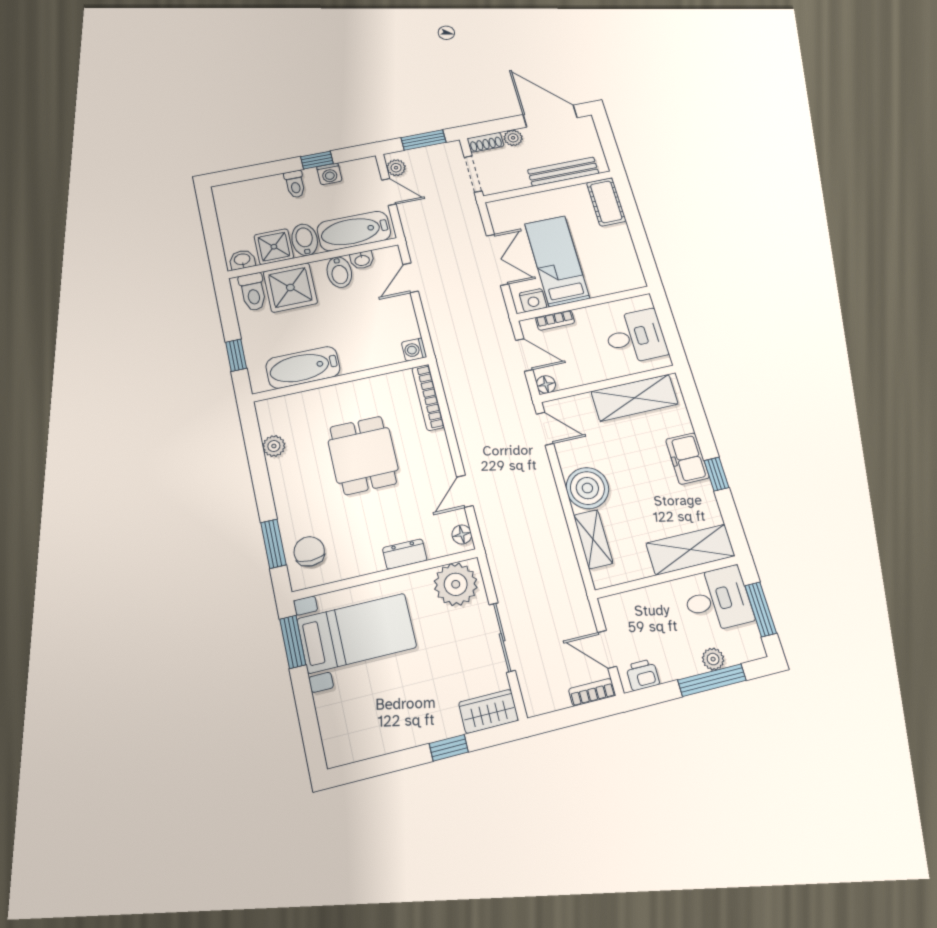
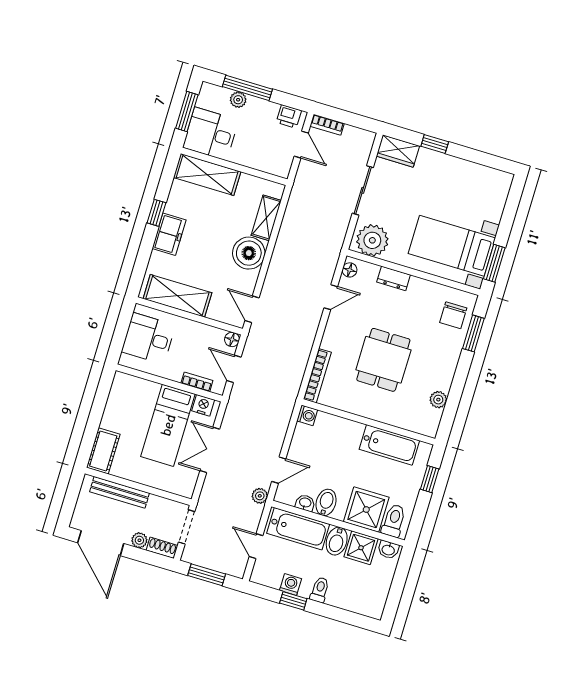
plant: (396, 168) -> (260, 496), moved

